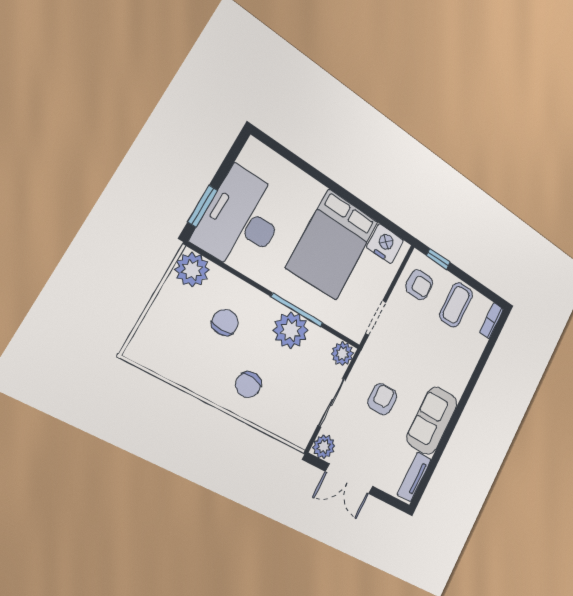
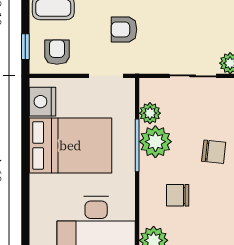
plant: (342, 354) -> (150, 113), moved
armchair: (382, 399) -> (124, 29), moved

